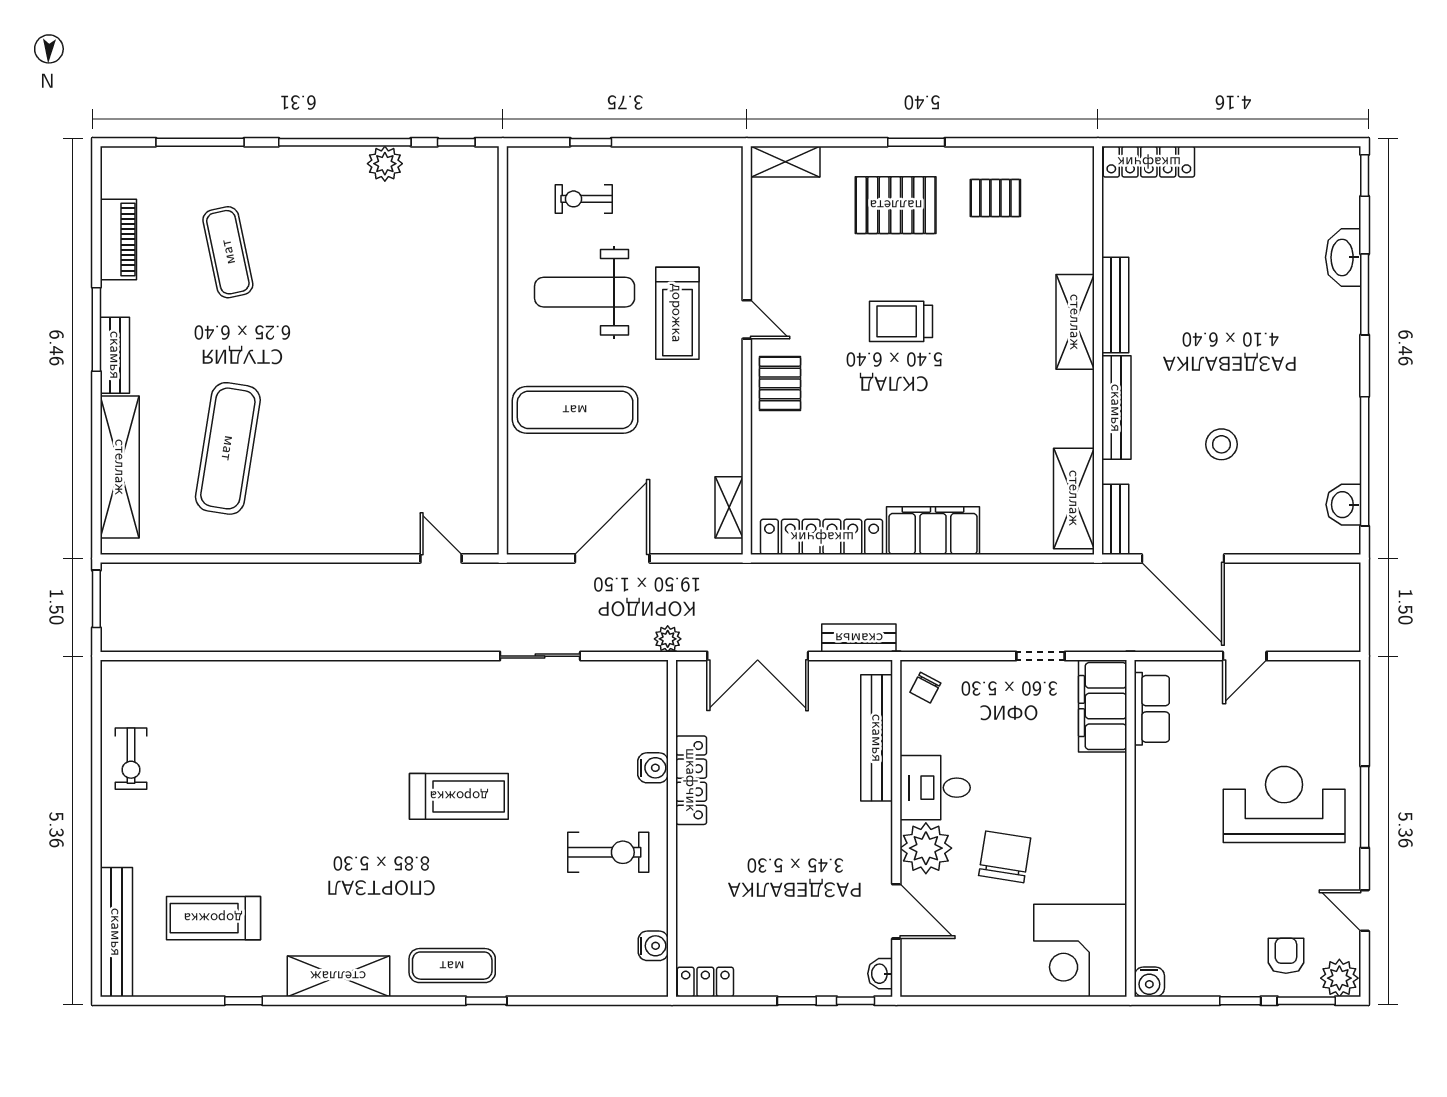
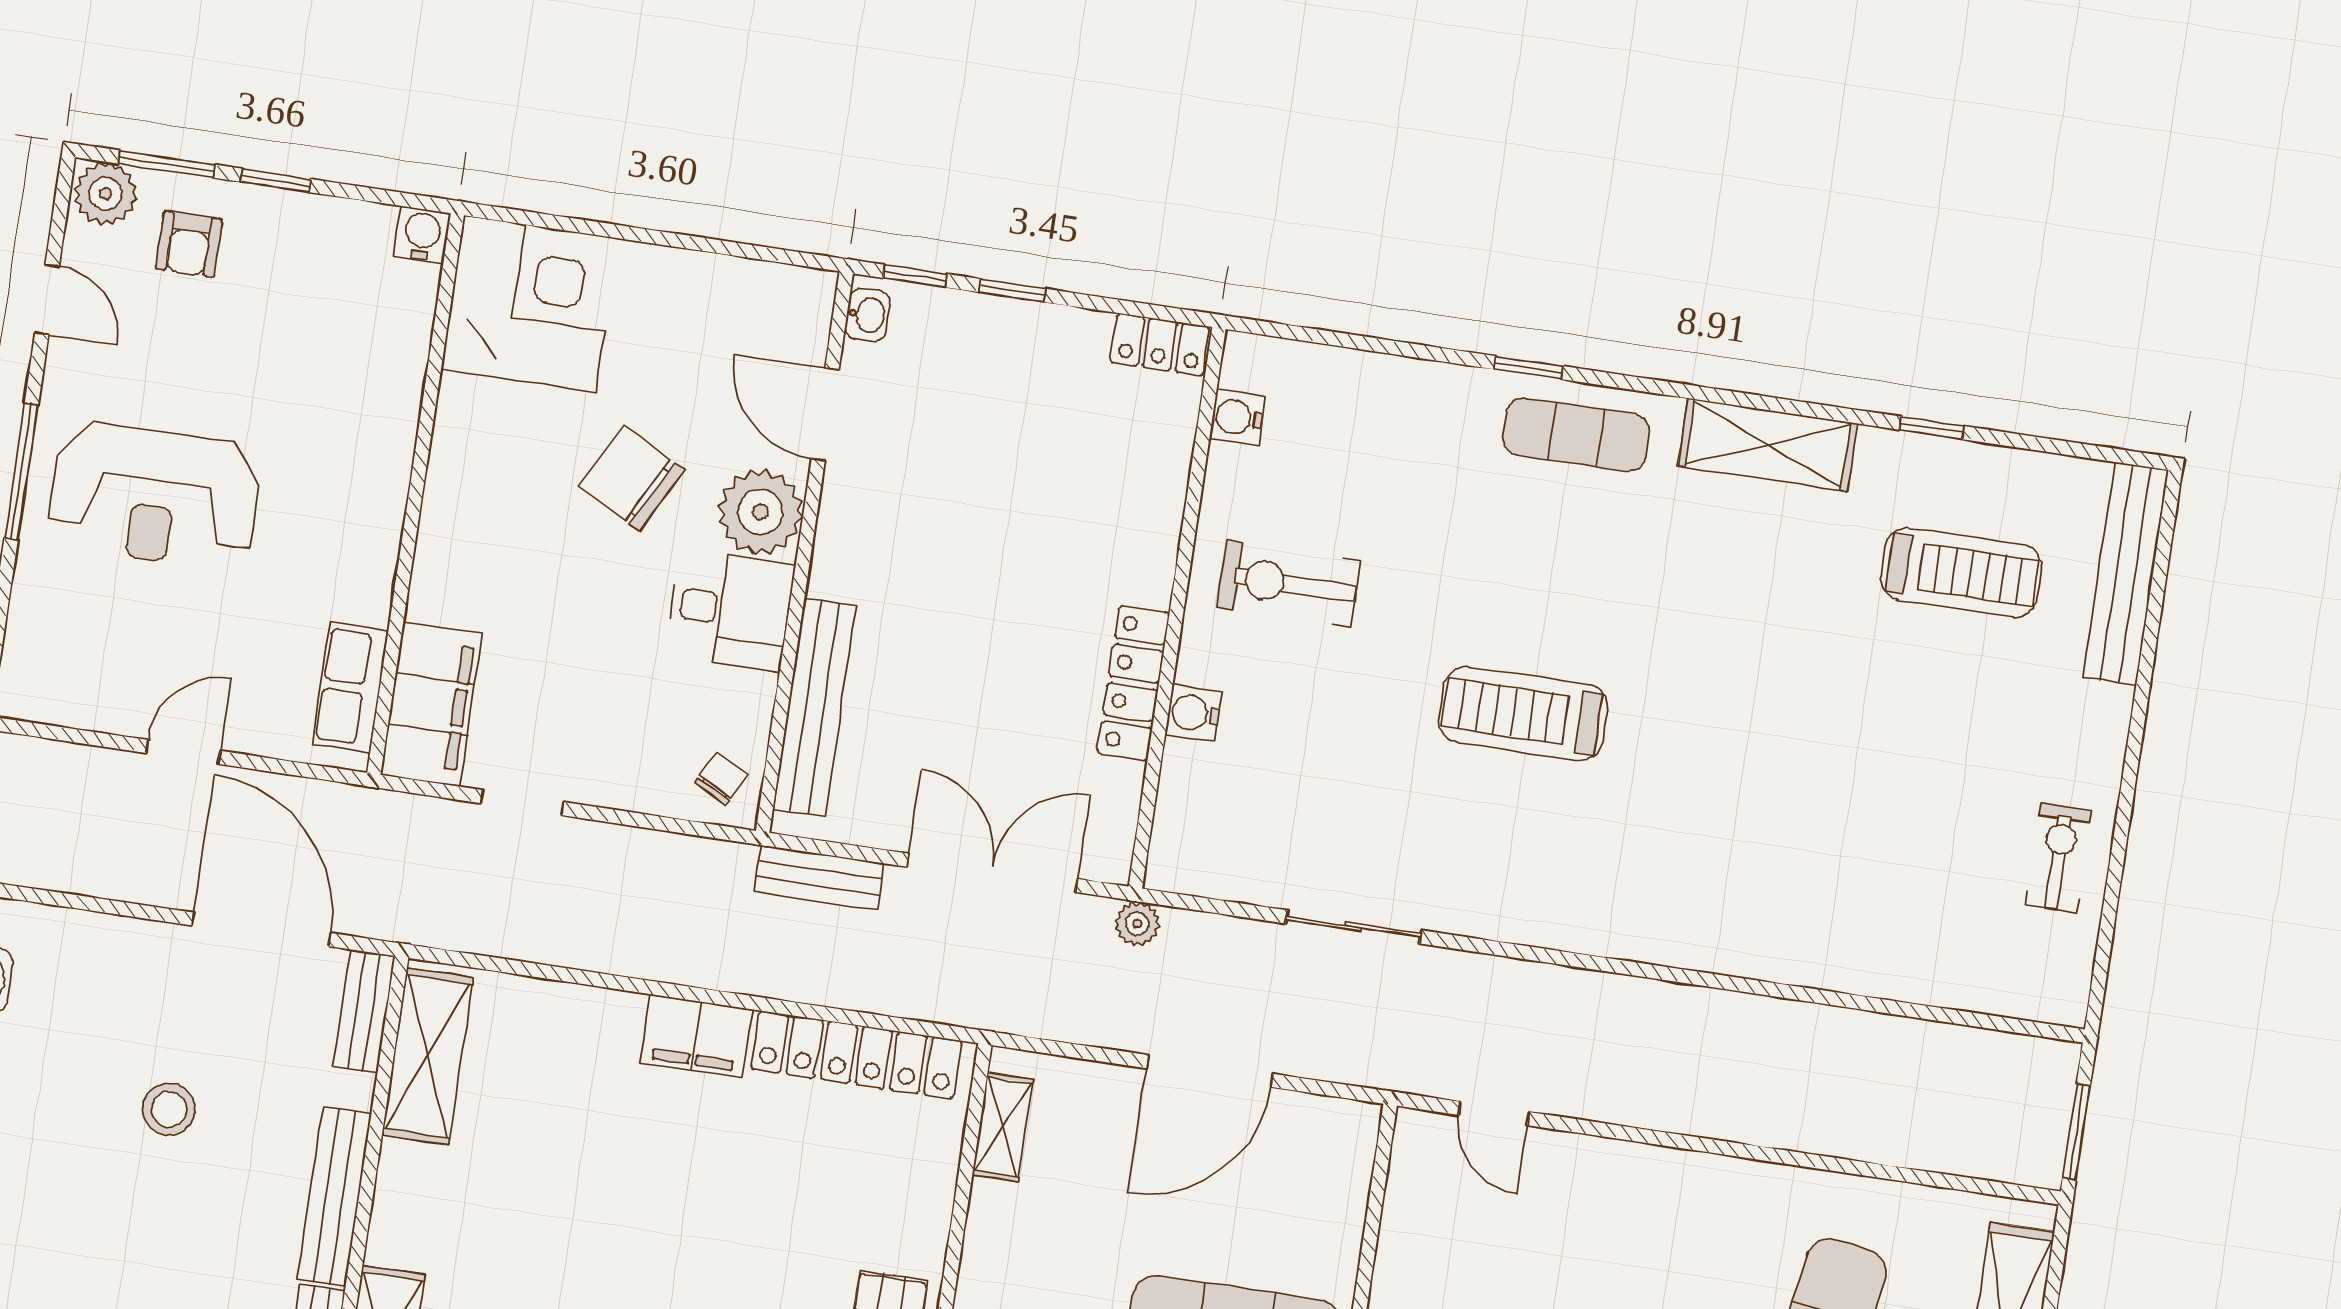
filing cabinet: (933, 531) -> (696, 1036), width x0.67, depth x0.86
chair: (1005, 857) -> (632, 478), turned 109

